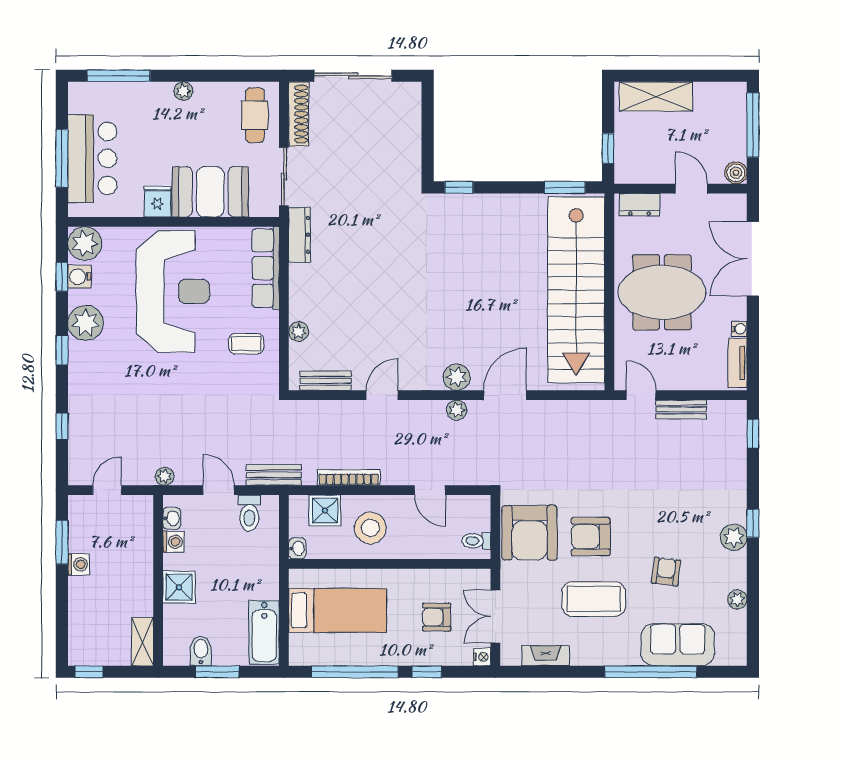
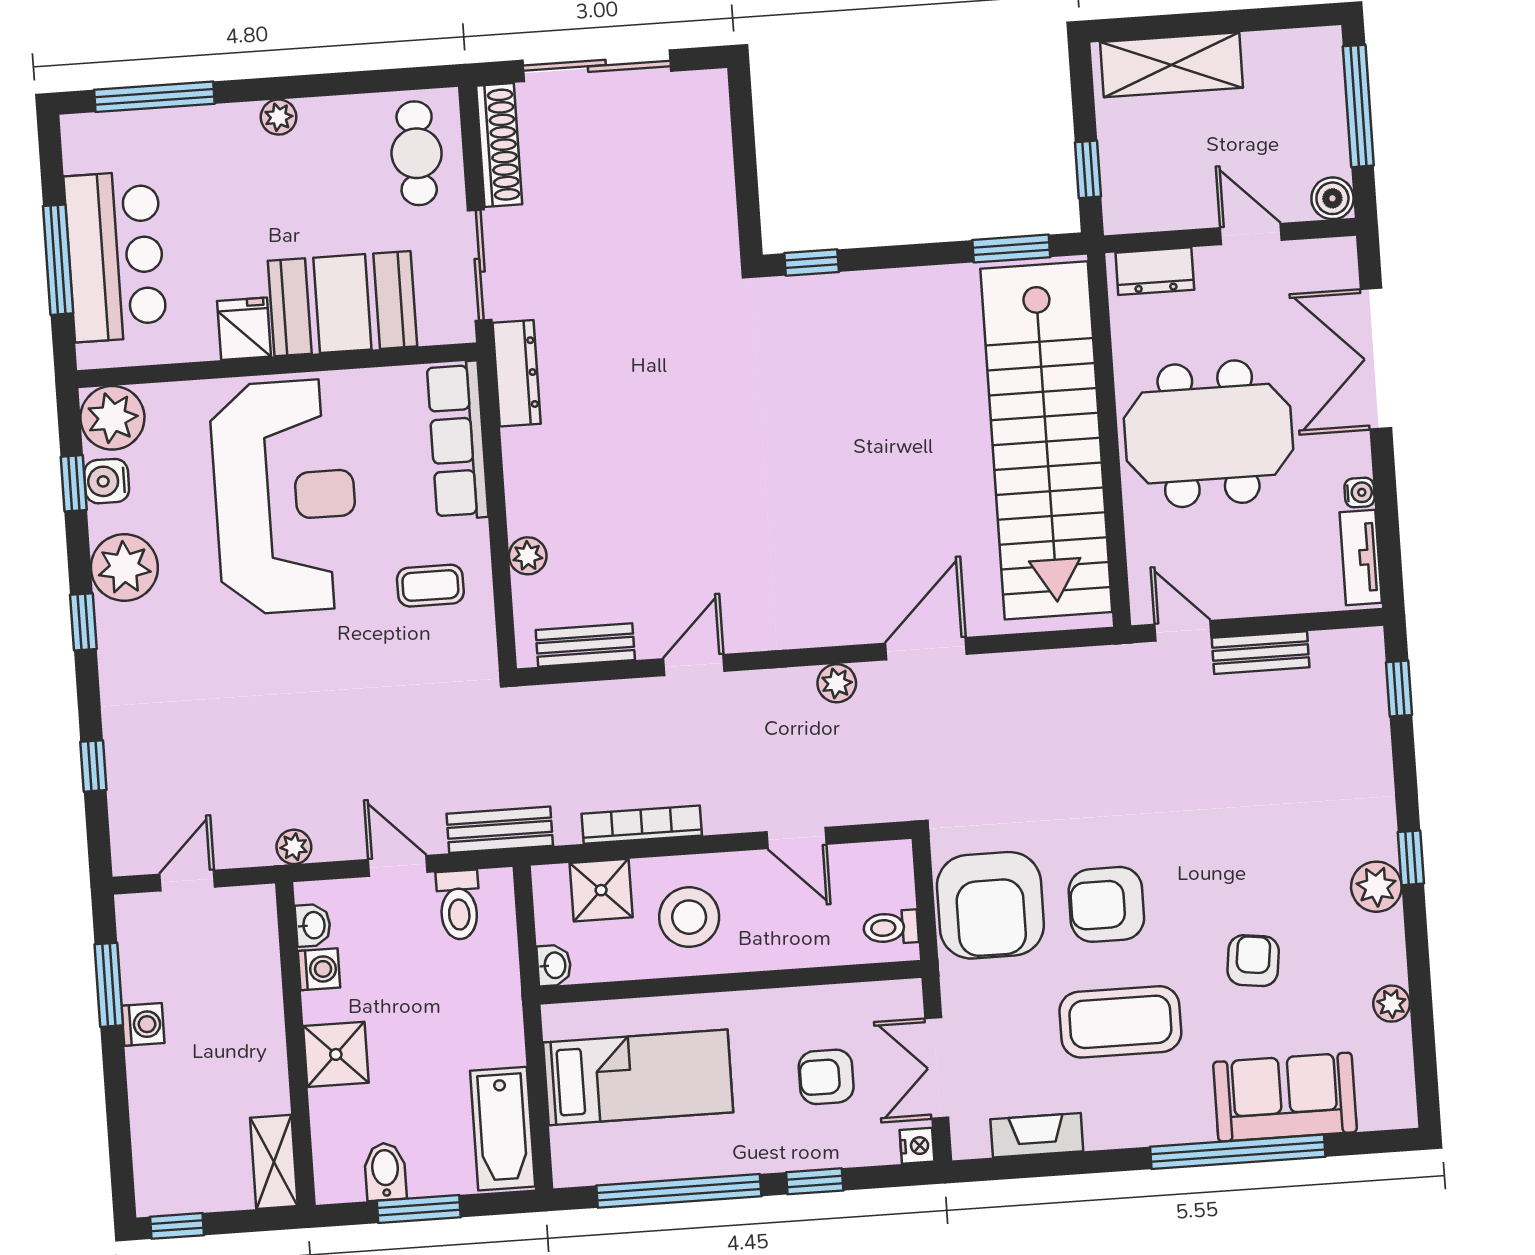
plant: (457, 377) -> (832, 621), removed

